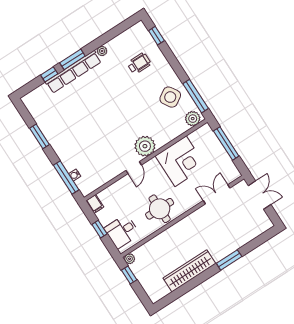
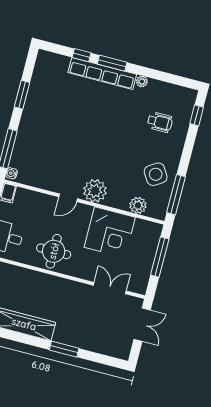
plant: (193, 119) -> (138, 205), moved
water cooler: (75, 175) -> (12, 173), moved

